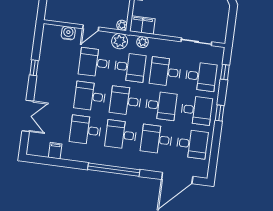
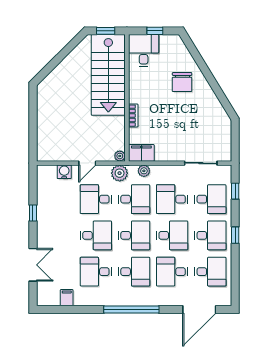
desk: (90, 96) -> (96, 235), turned 180
desk: (125, 101) -> (134, 235), turned 180
desk: (121, 135) -> (134, 272), turned 180

